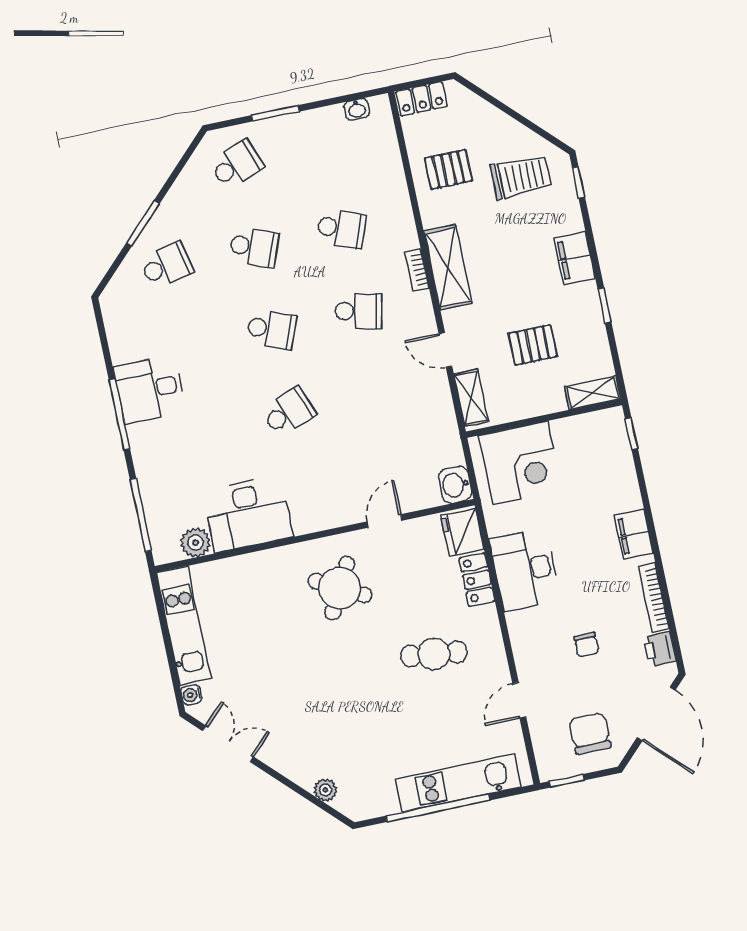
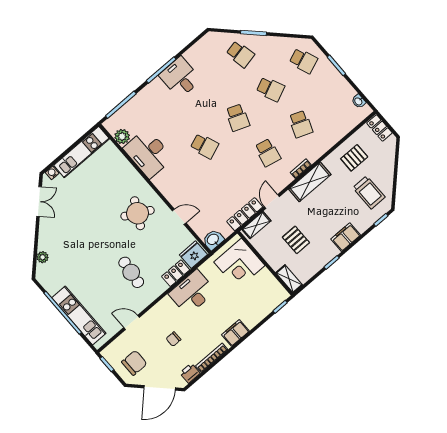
pallet: (448, 169) -> (354, 158), turned 90
school desk: (254, 247) -> (270, 89), turned -45
locker: (442, 408) -> (245, 214), added

